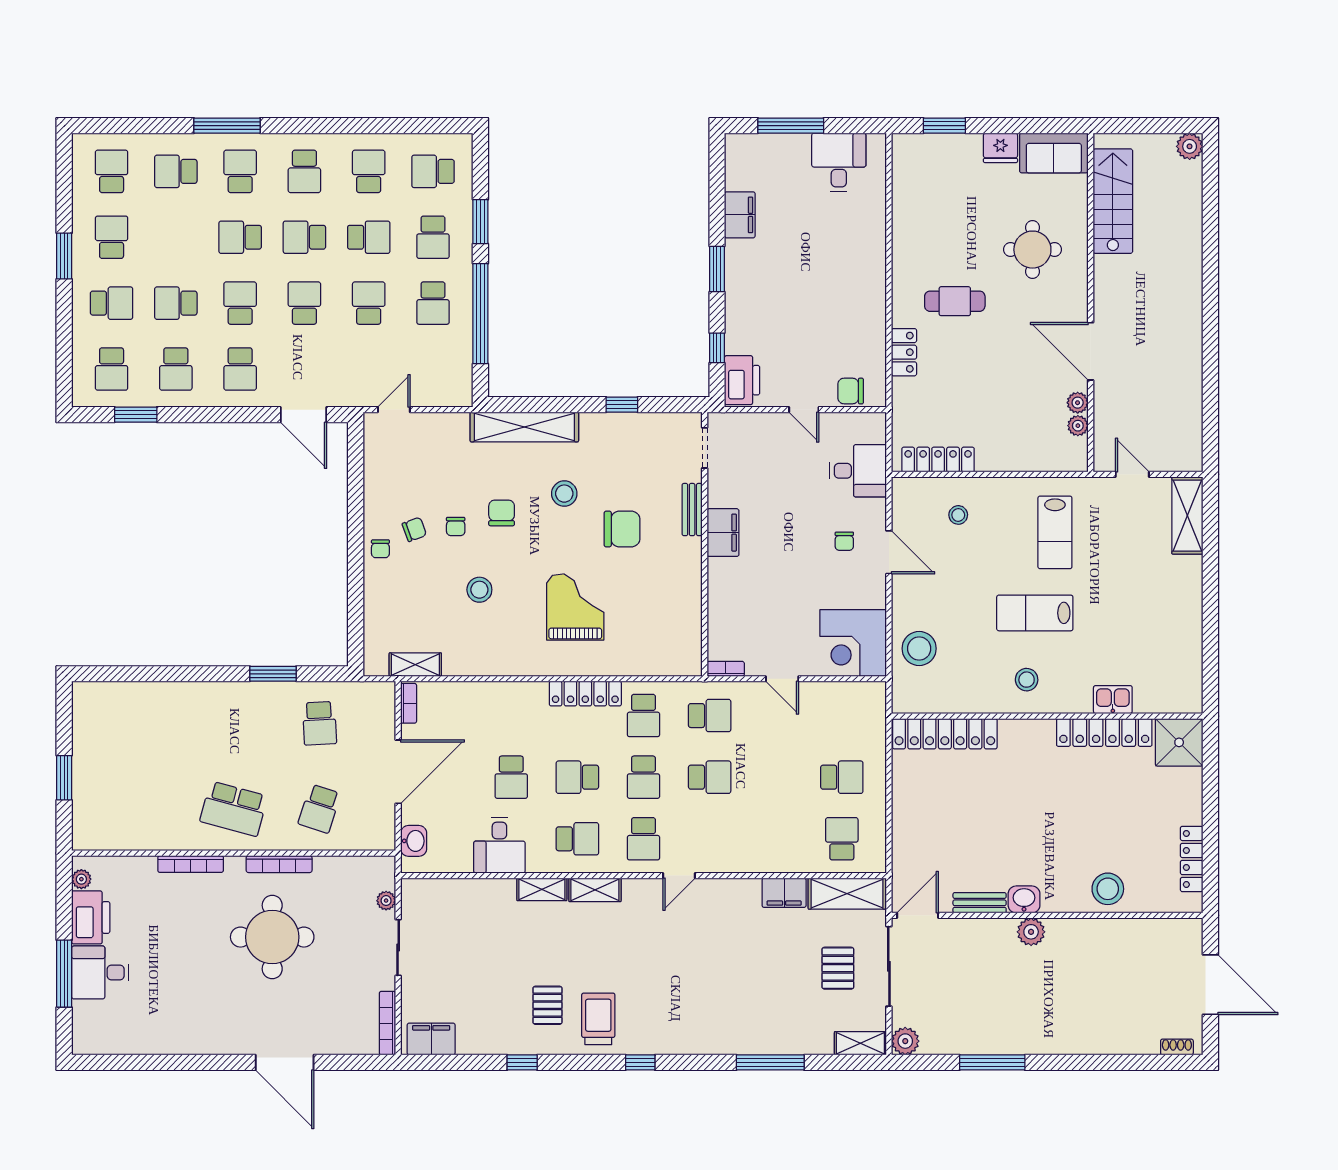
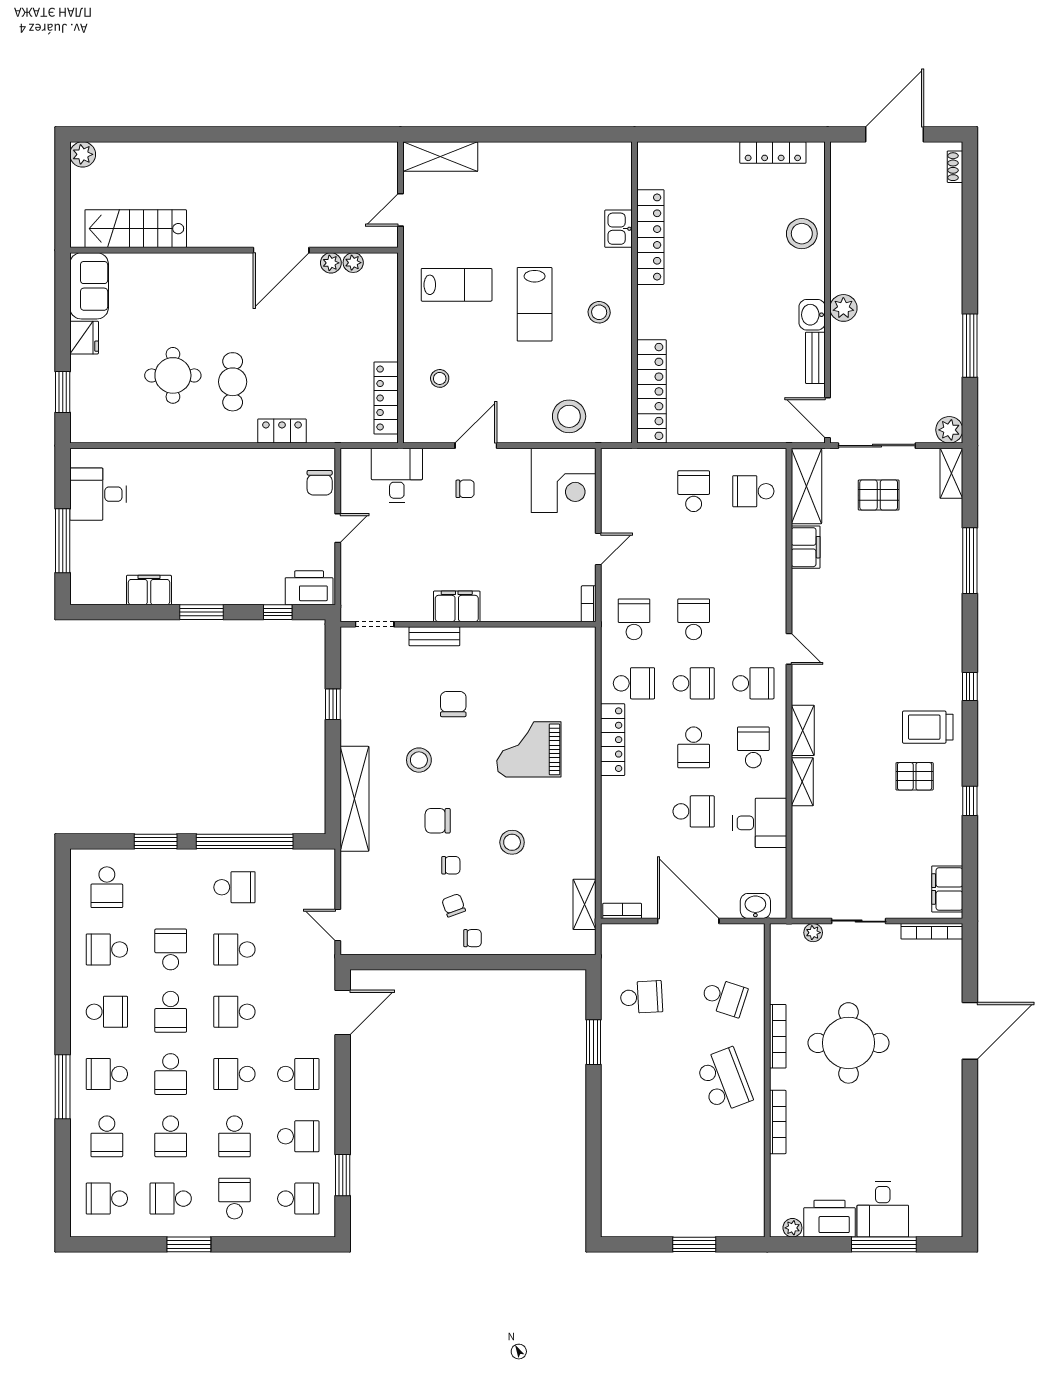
school desk: (433, 237) -> (171, 1136), moved, turned 90
round table: (1032, 250) -> (173, 375), moved
chair: (622, 529) -> (453, 704), width x0.73, depth x0.73
shower: (1179, 742) -> (660, 165), removed
school desk: (234, 809) -> (724, 1080), turned -36

